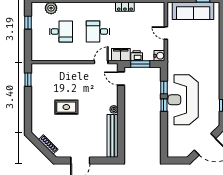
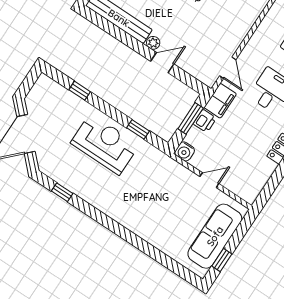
door: (121, 78) -> (162, 63), moved
reception desk: (183, 100) -> (105, 144), width x0.74, depth x0.77
window: (164, 105) -> (80, 91), moved

